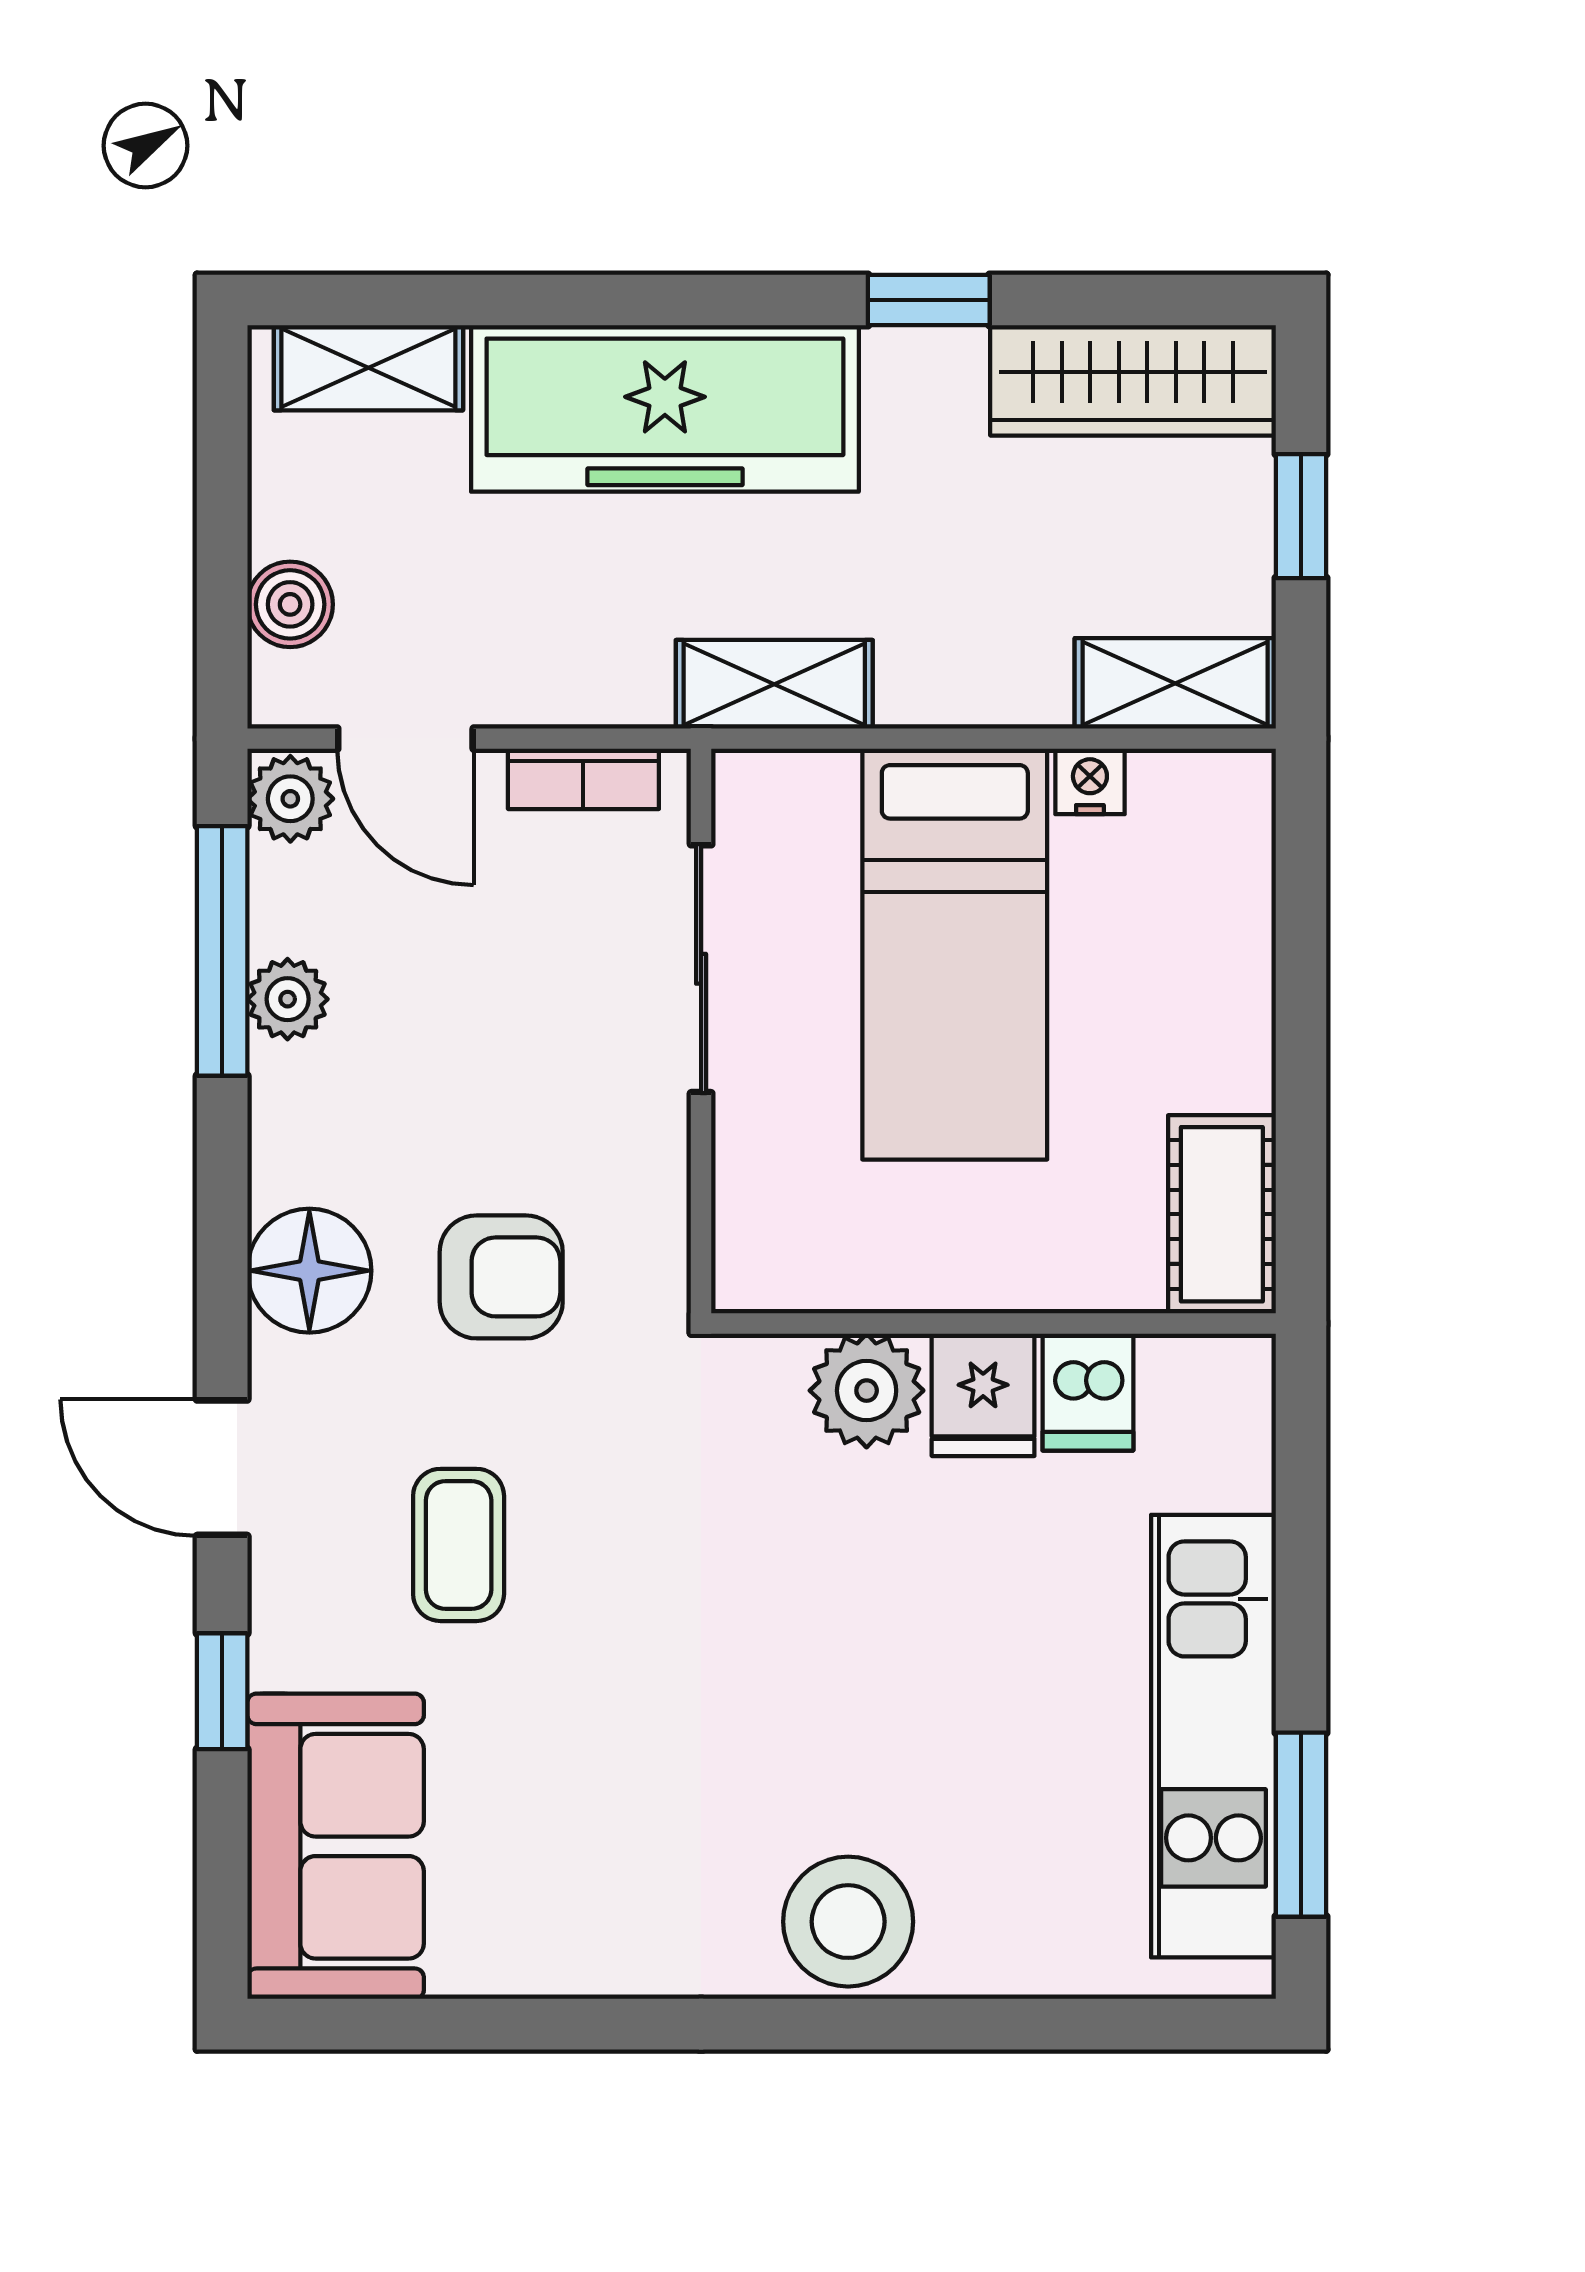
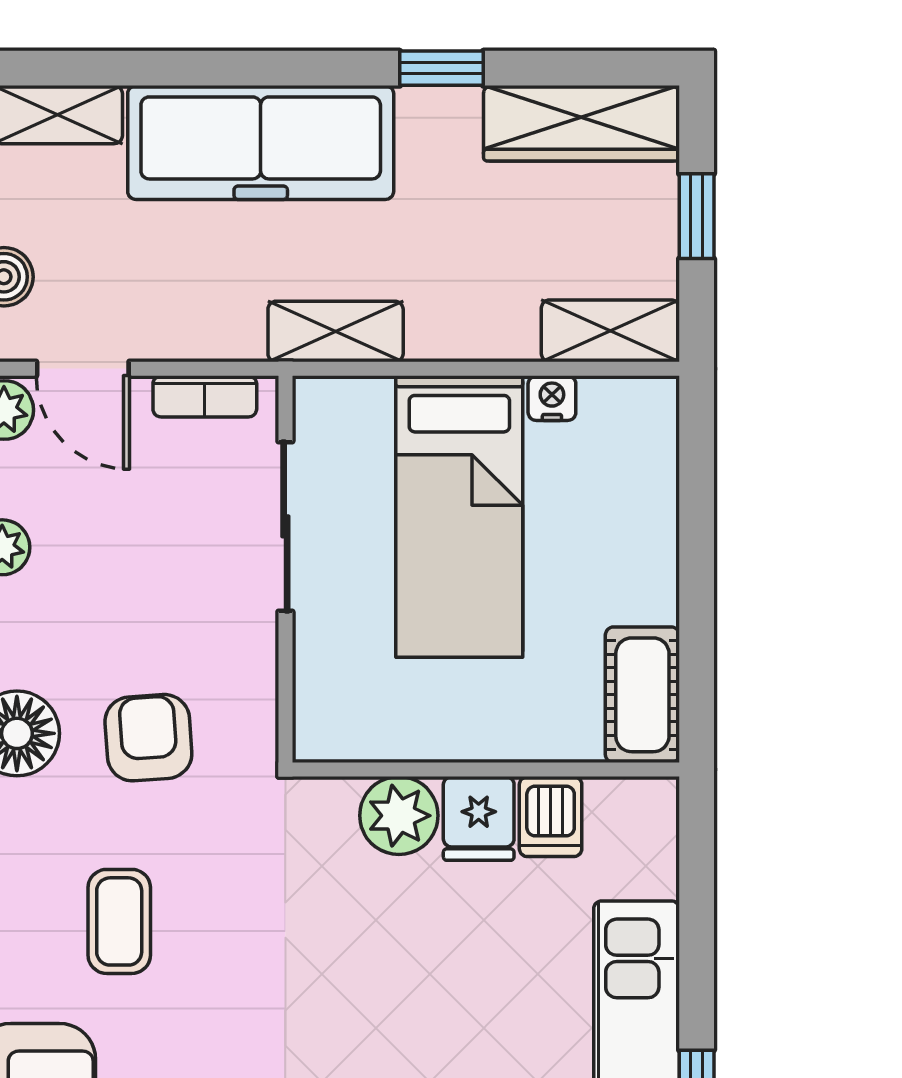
armchair: (501, 1277) -> (148, 738), turned -94

